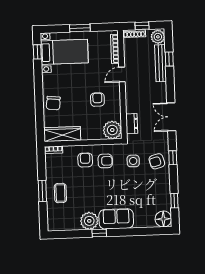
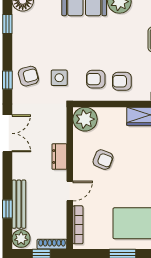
armchair: (97, 100) -> (103, 160), turned -69
dresser: (132, 124) -> (59, 157), moved
armchair: (85, 160) -> (122, 81), turned 90

